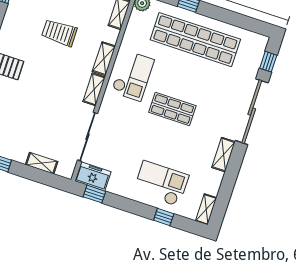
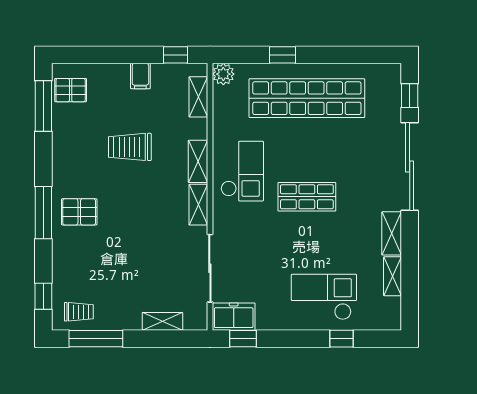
shelving: (206, 209) -> (393, 276), moved

